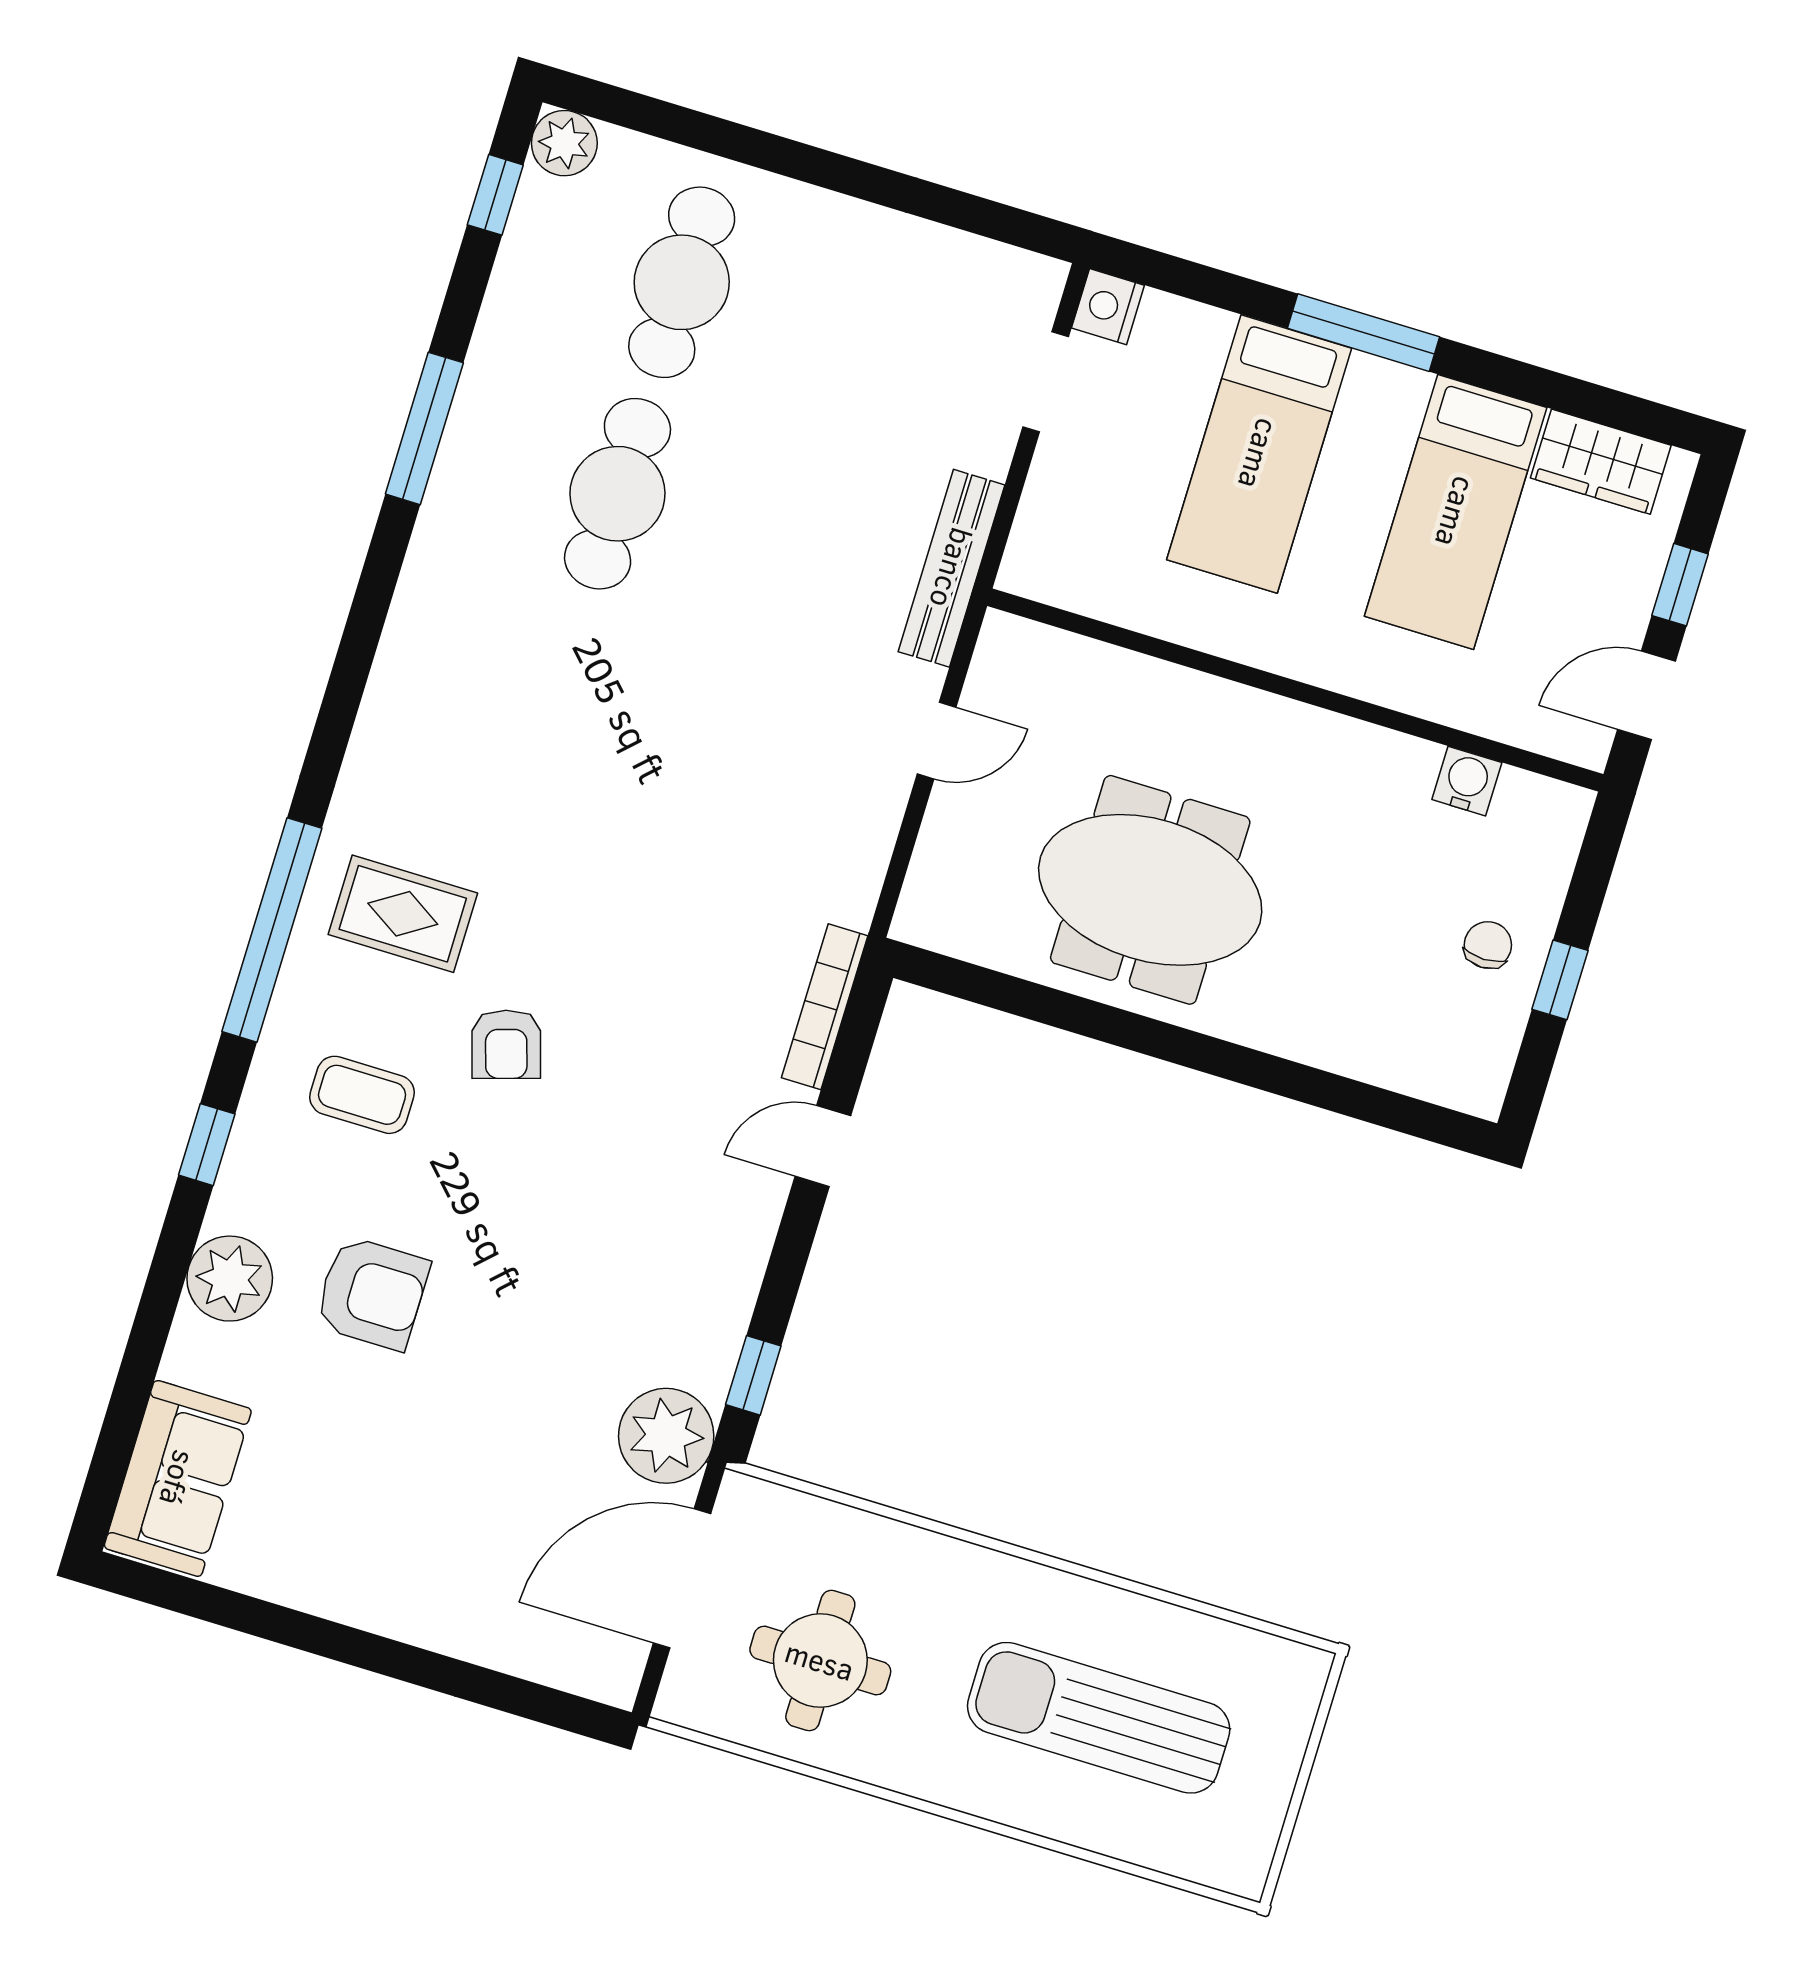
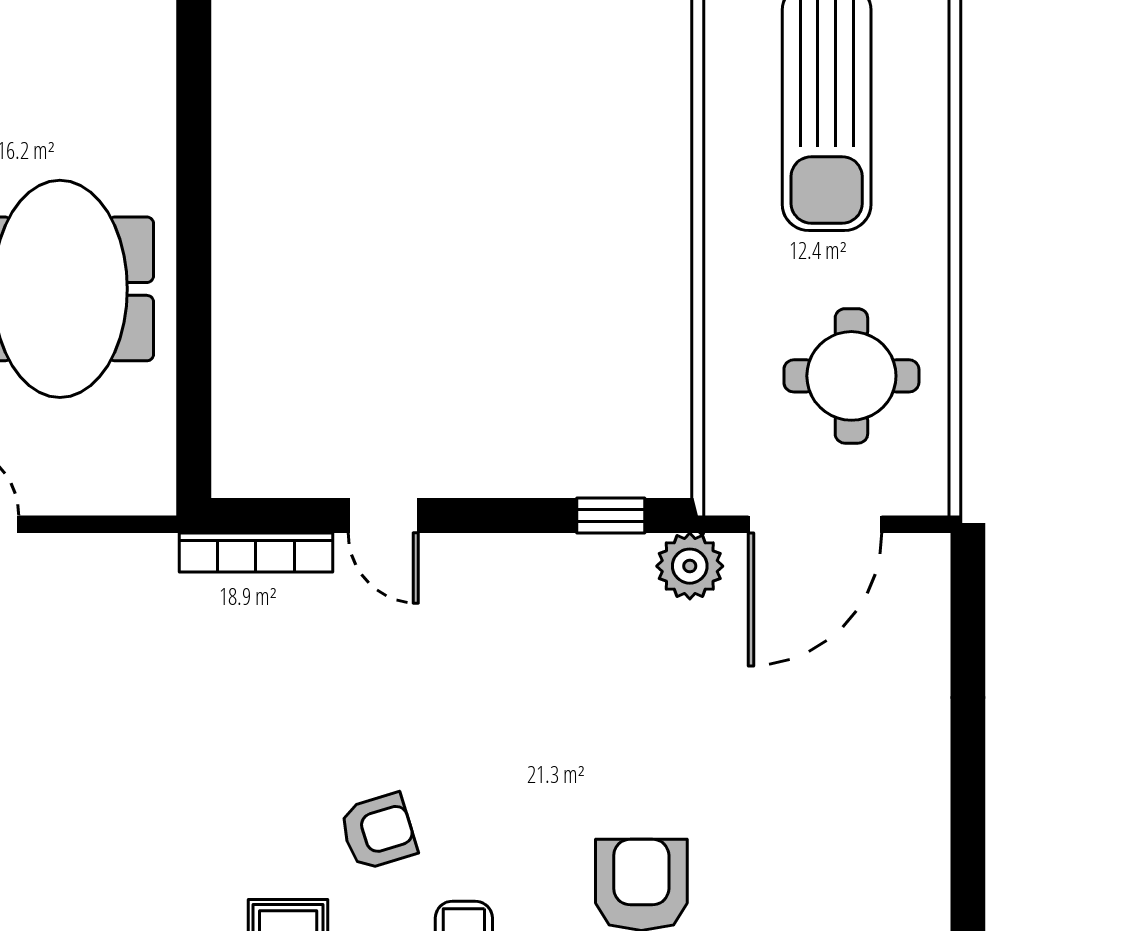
plant: (666, 1436) -> (690, 566), width x0.73, depth x0.73
door: (682, 1578) -> (815, 524), hinge flipped

